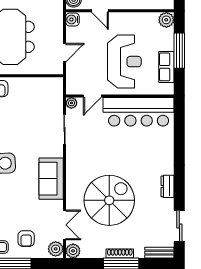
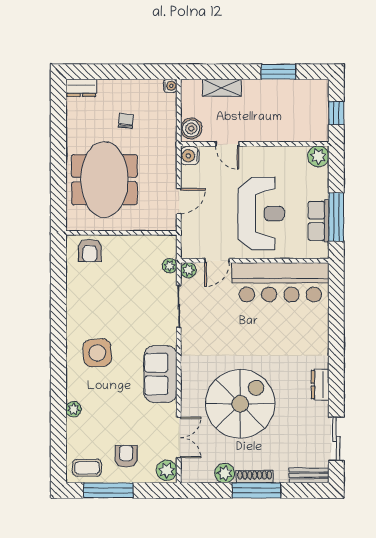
window: (179, 51) -> (336, 217), moved
plant: (58, 100) -> (170, 266), added
armchair: (26, 239) -> (126, 456), turned 180
plant: (73, 251) -> (225, 473), moved

